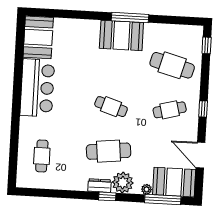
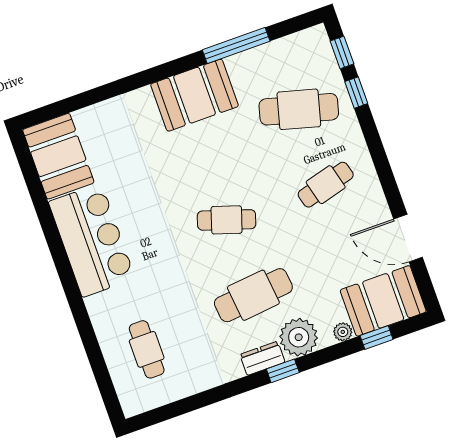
window: (130, 18) -> (236, 46), moved
window: (203, 109) -> (356, 93), moved
window: (163, 200) -> (377, 337), width x0.46

